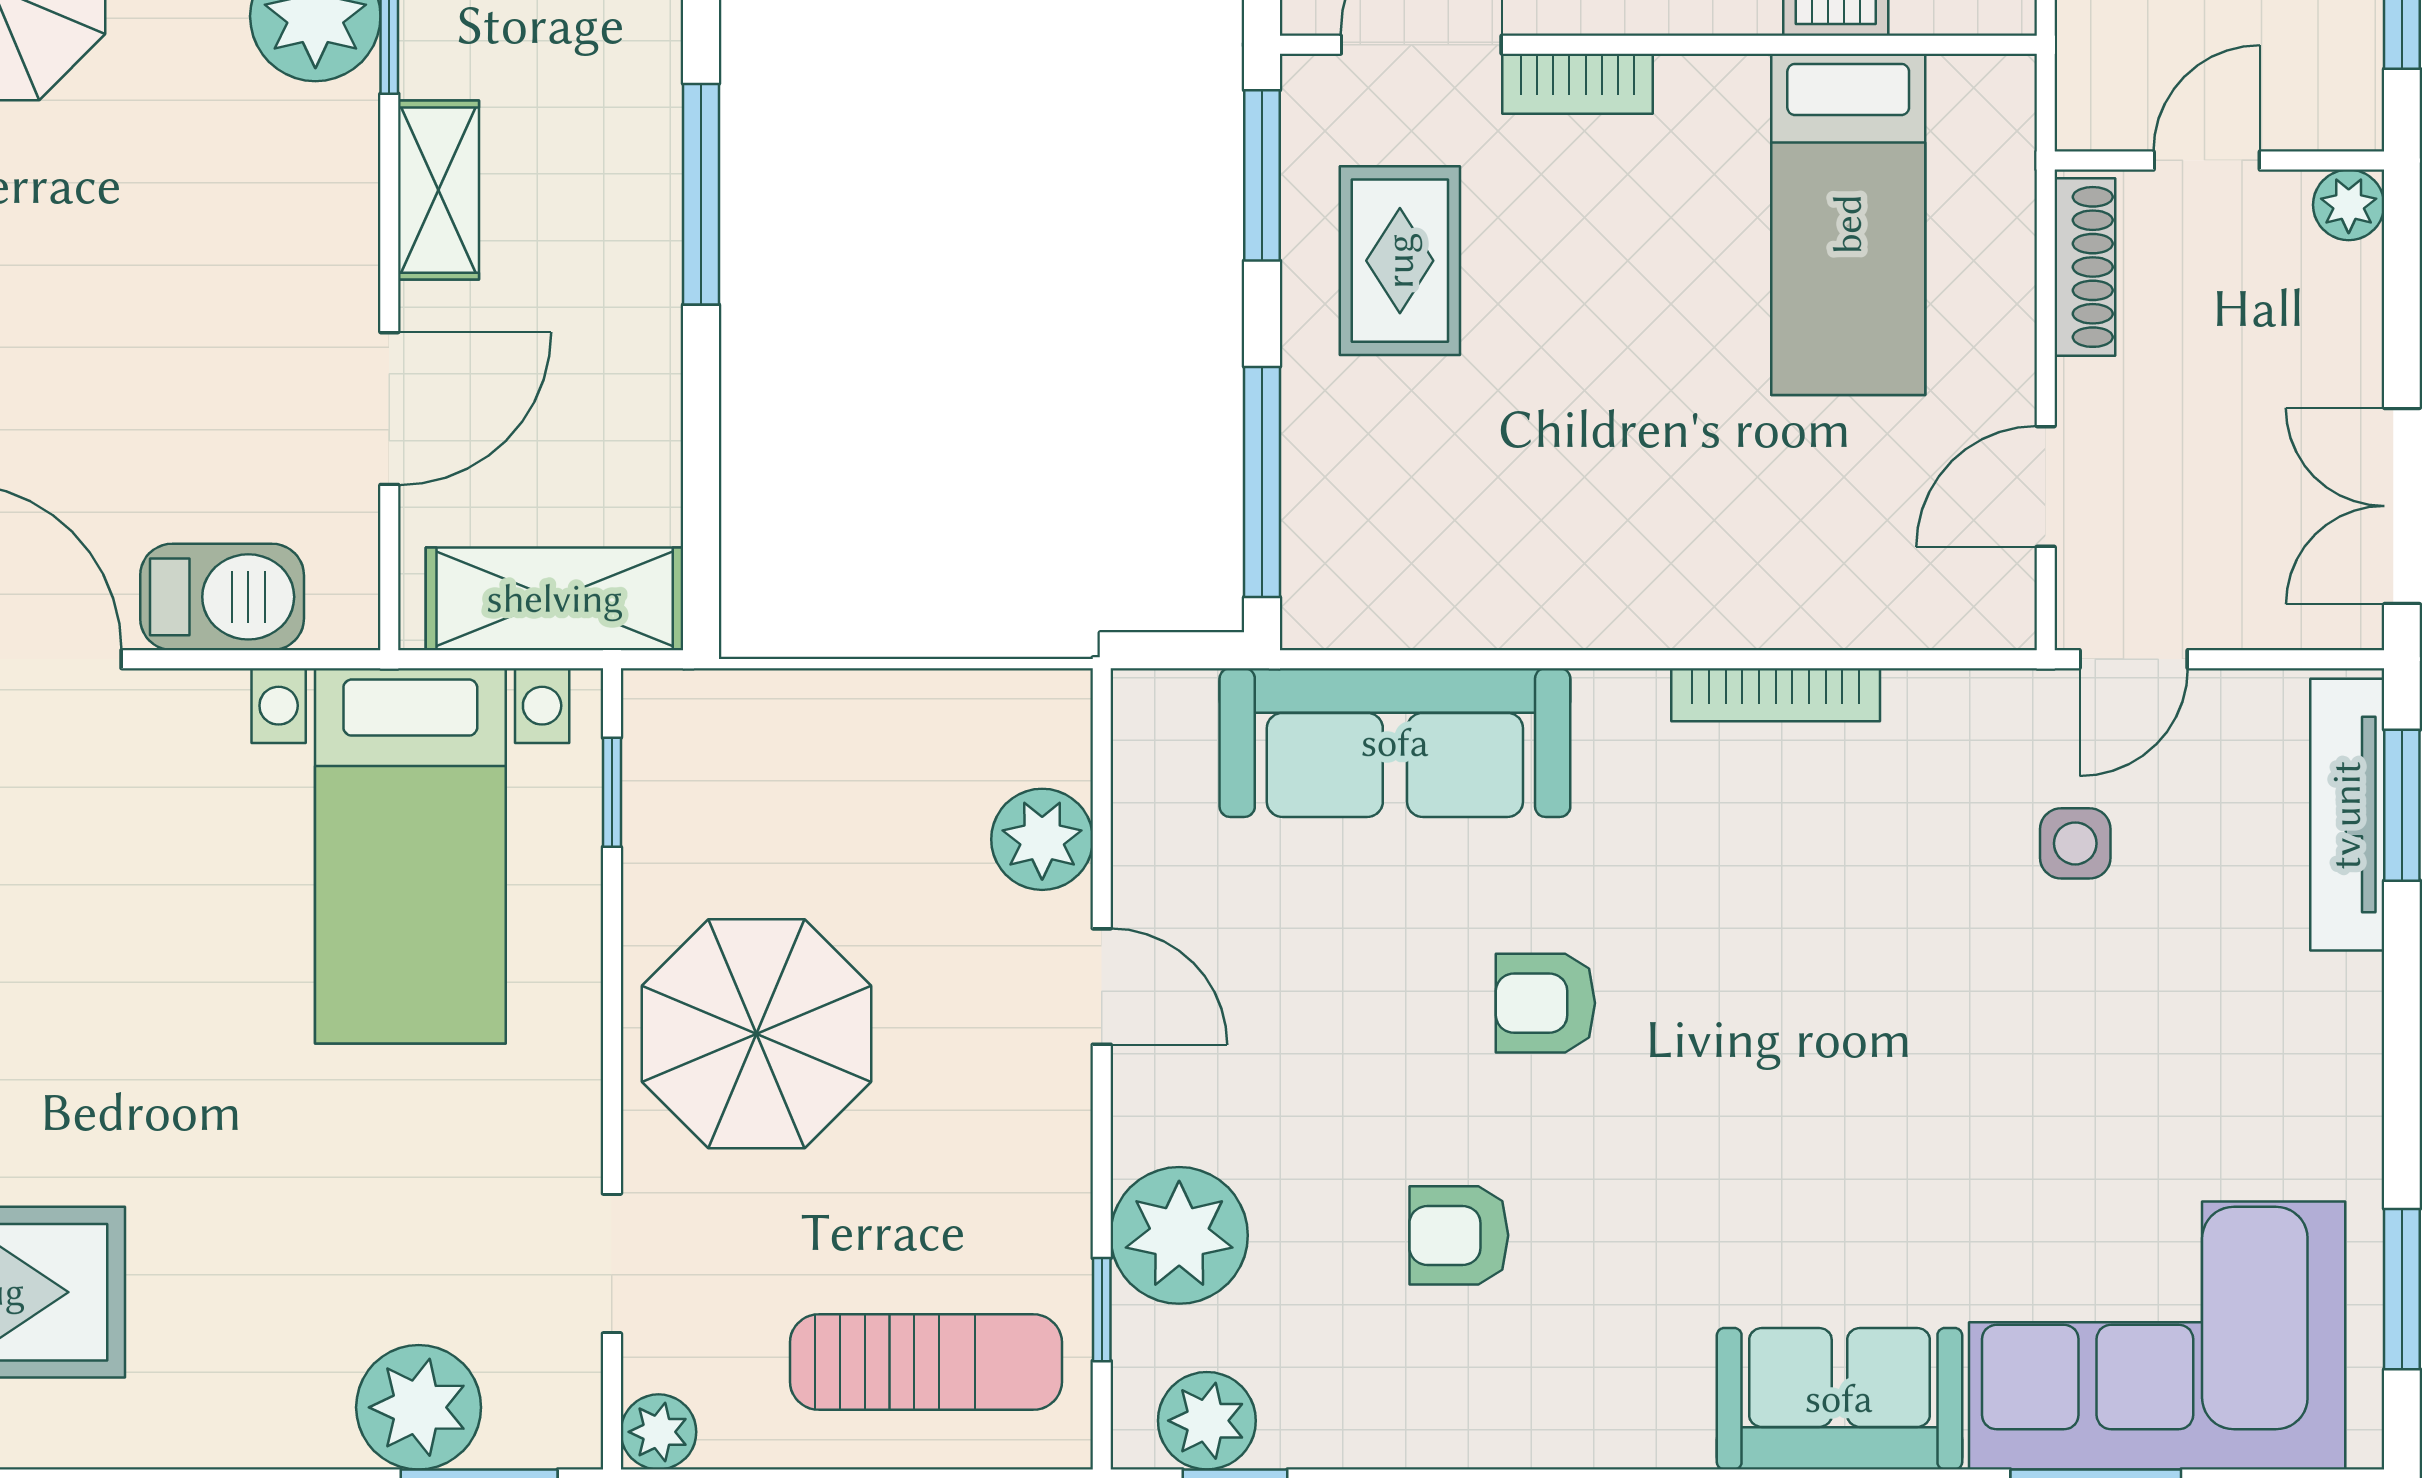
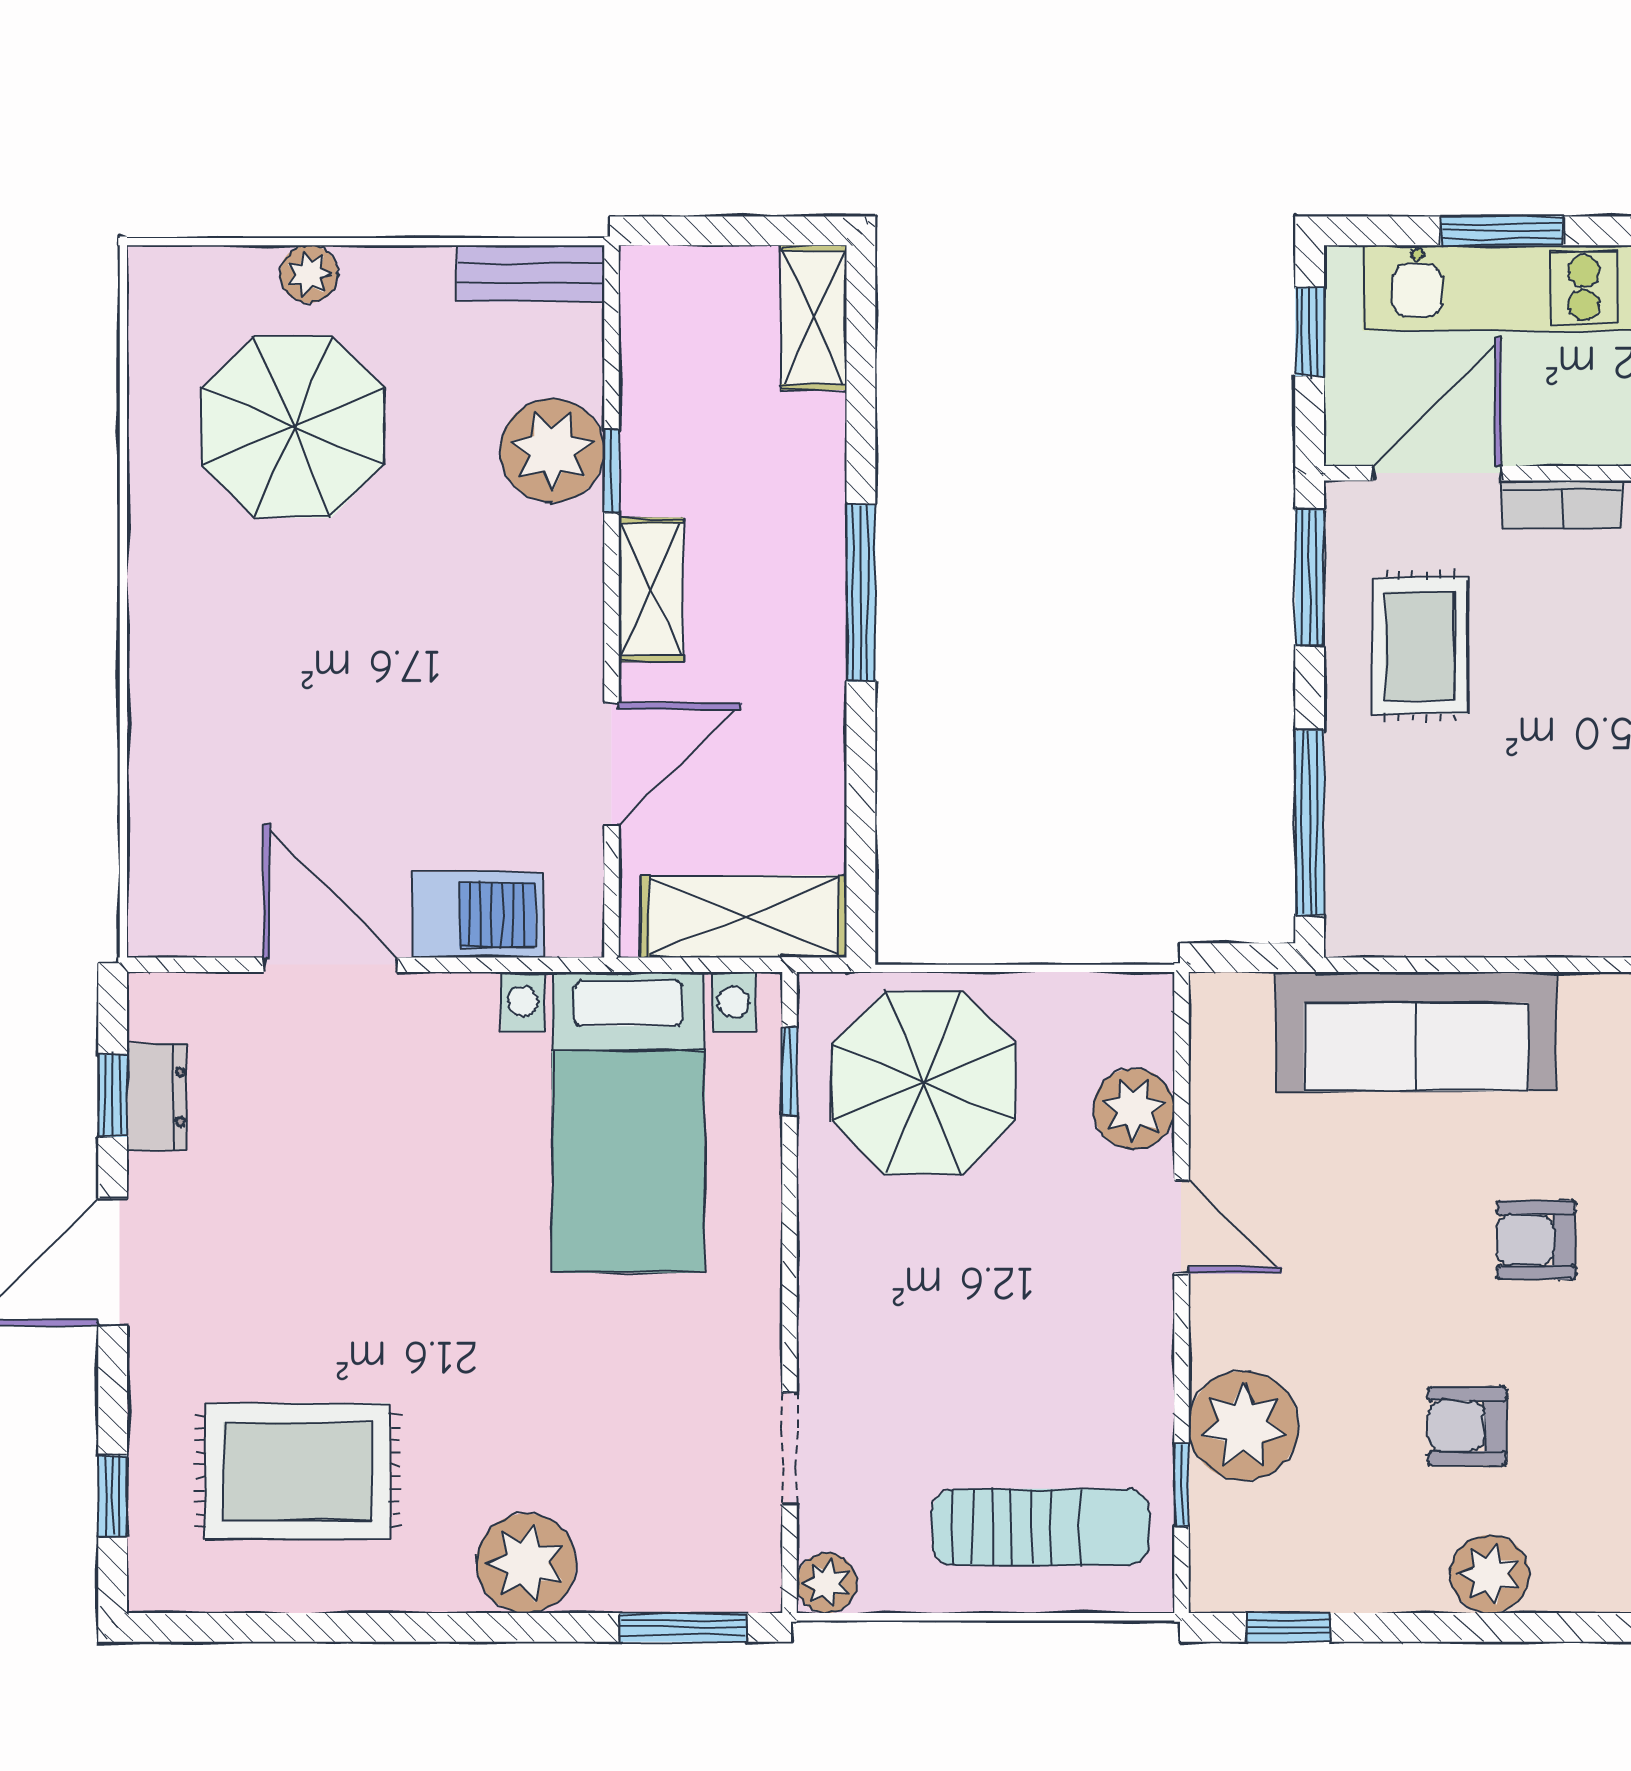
parasol: (756, 1034) -> (924, 1082), moved
plant: (419, 1407) -> (526, 1563), moved
plant: (1207, 1421) -> (1490, 1574), moved

